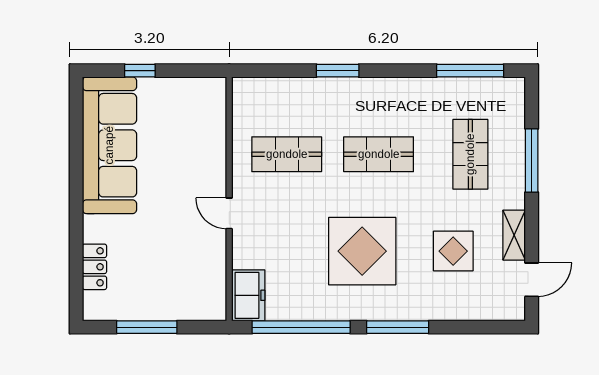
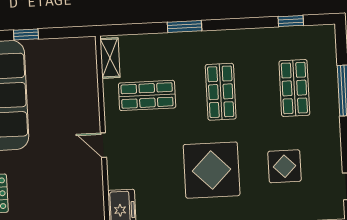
window: (470, 71) -> (291, 21), width x0.46
shop shelf: (379, 154) -> (221, 92), turned 90
shelving: (514, 235) -> (110, 58), moved

